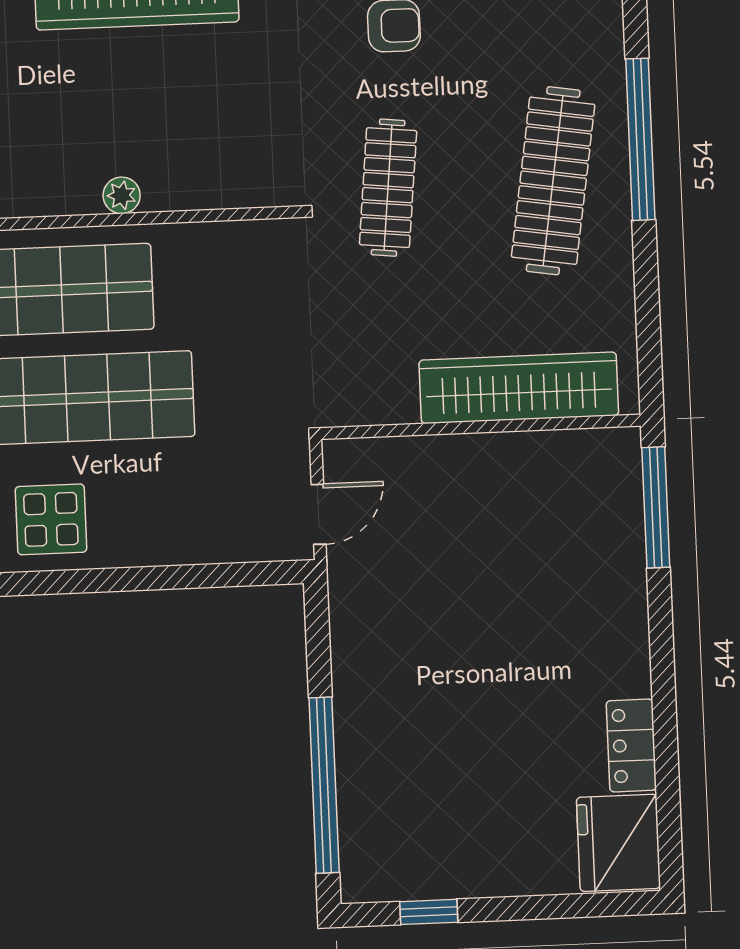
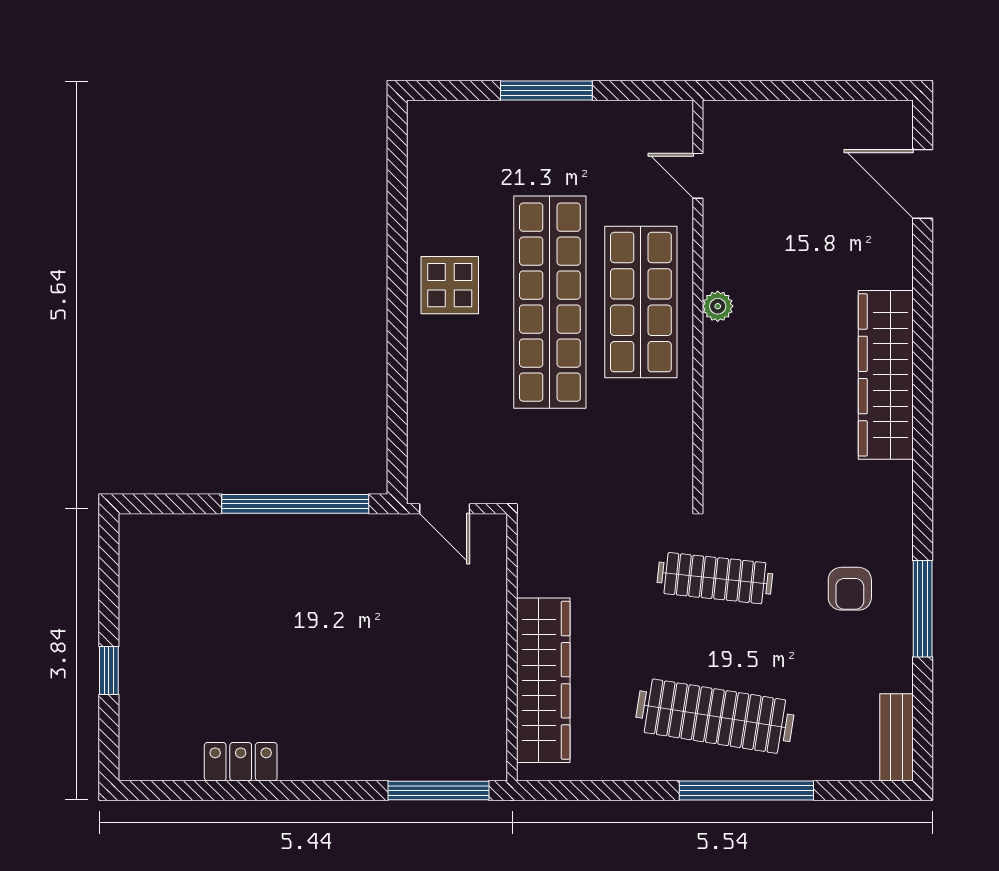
plant: (122, 195) -> (718, 306), moved
window: (324, 785) -> (295, 504), moved
fridge: (618, 843) -> (160, 748), removed
window: (429, 912) -> (109, 670), moved

